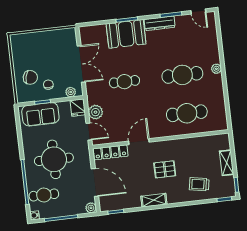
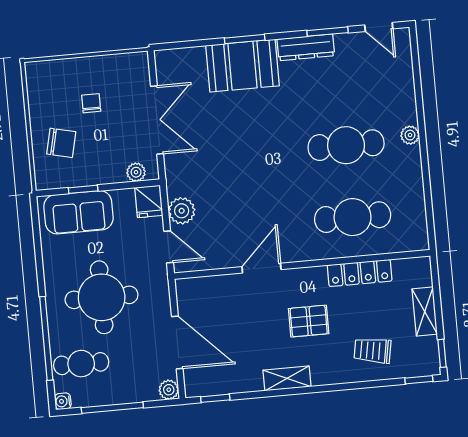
cafe table: (124, 82) -> (237, 155), removed
chair: (48, 85) -> (91, 103), moved
locker: (111, 152) -> (360, 273), moved

